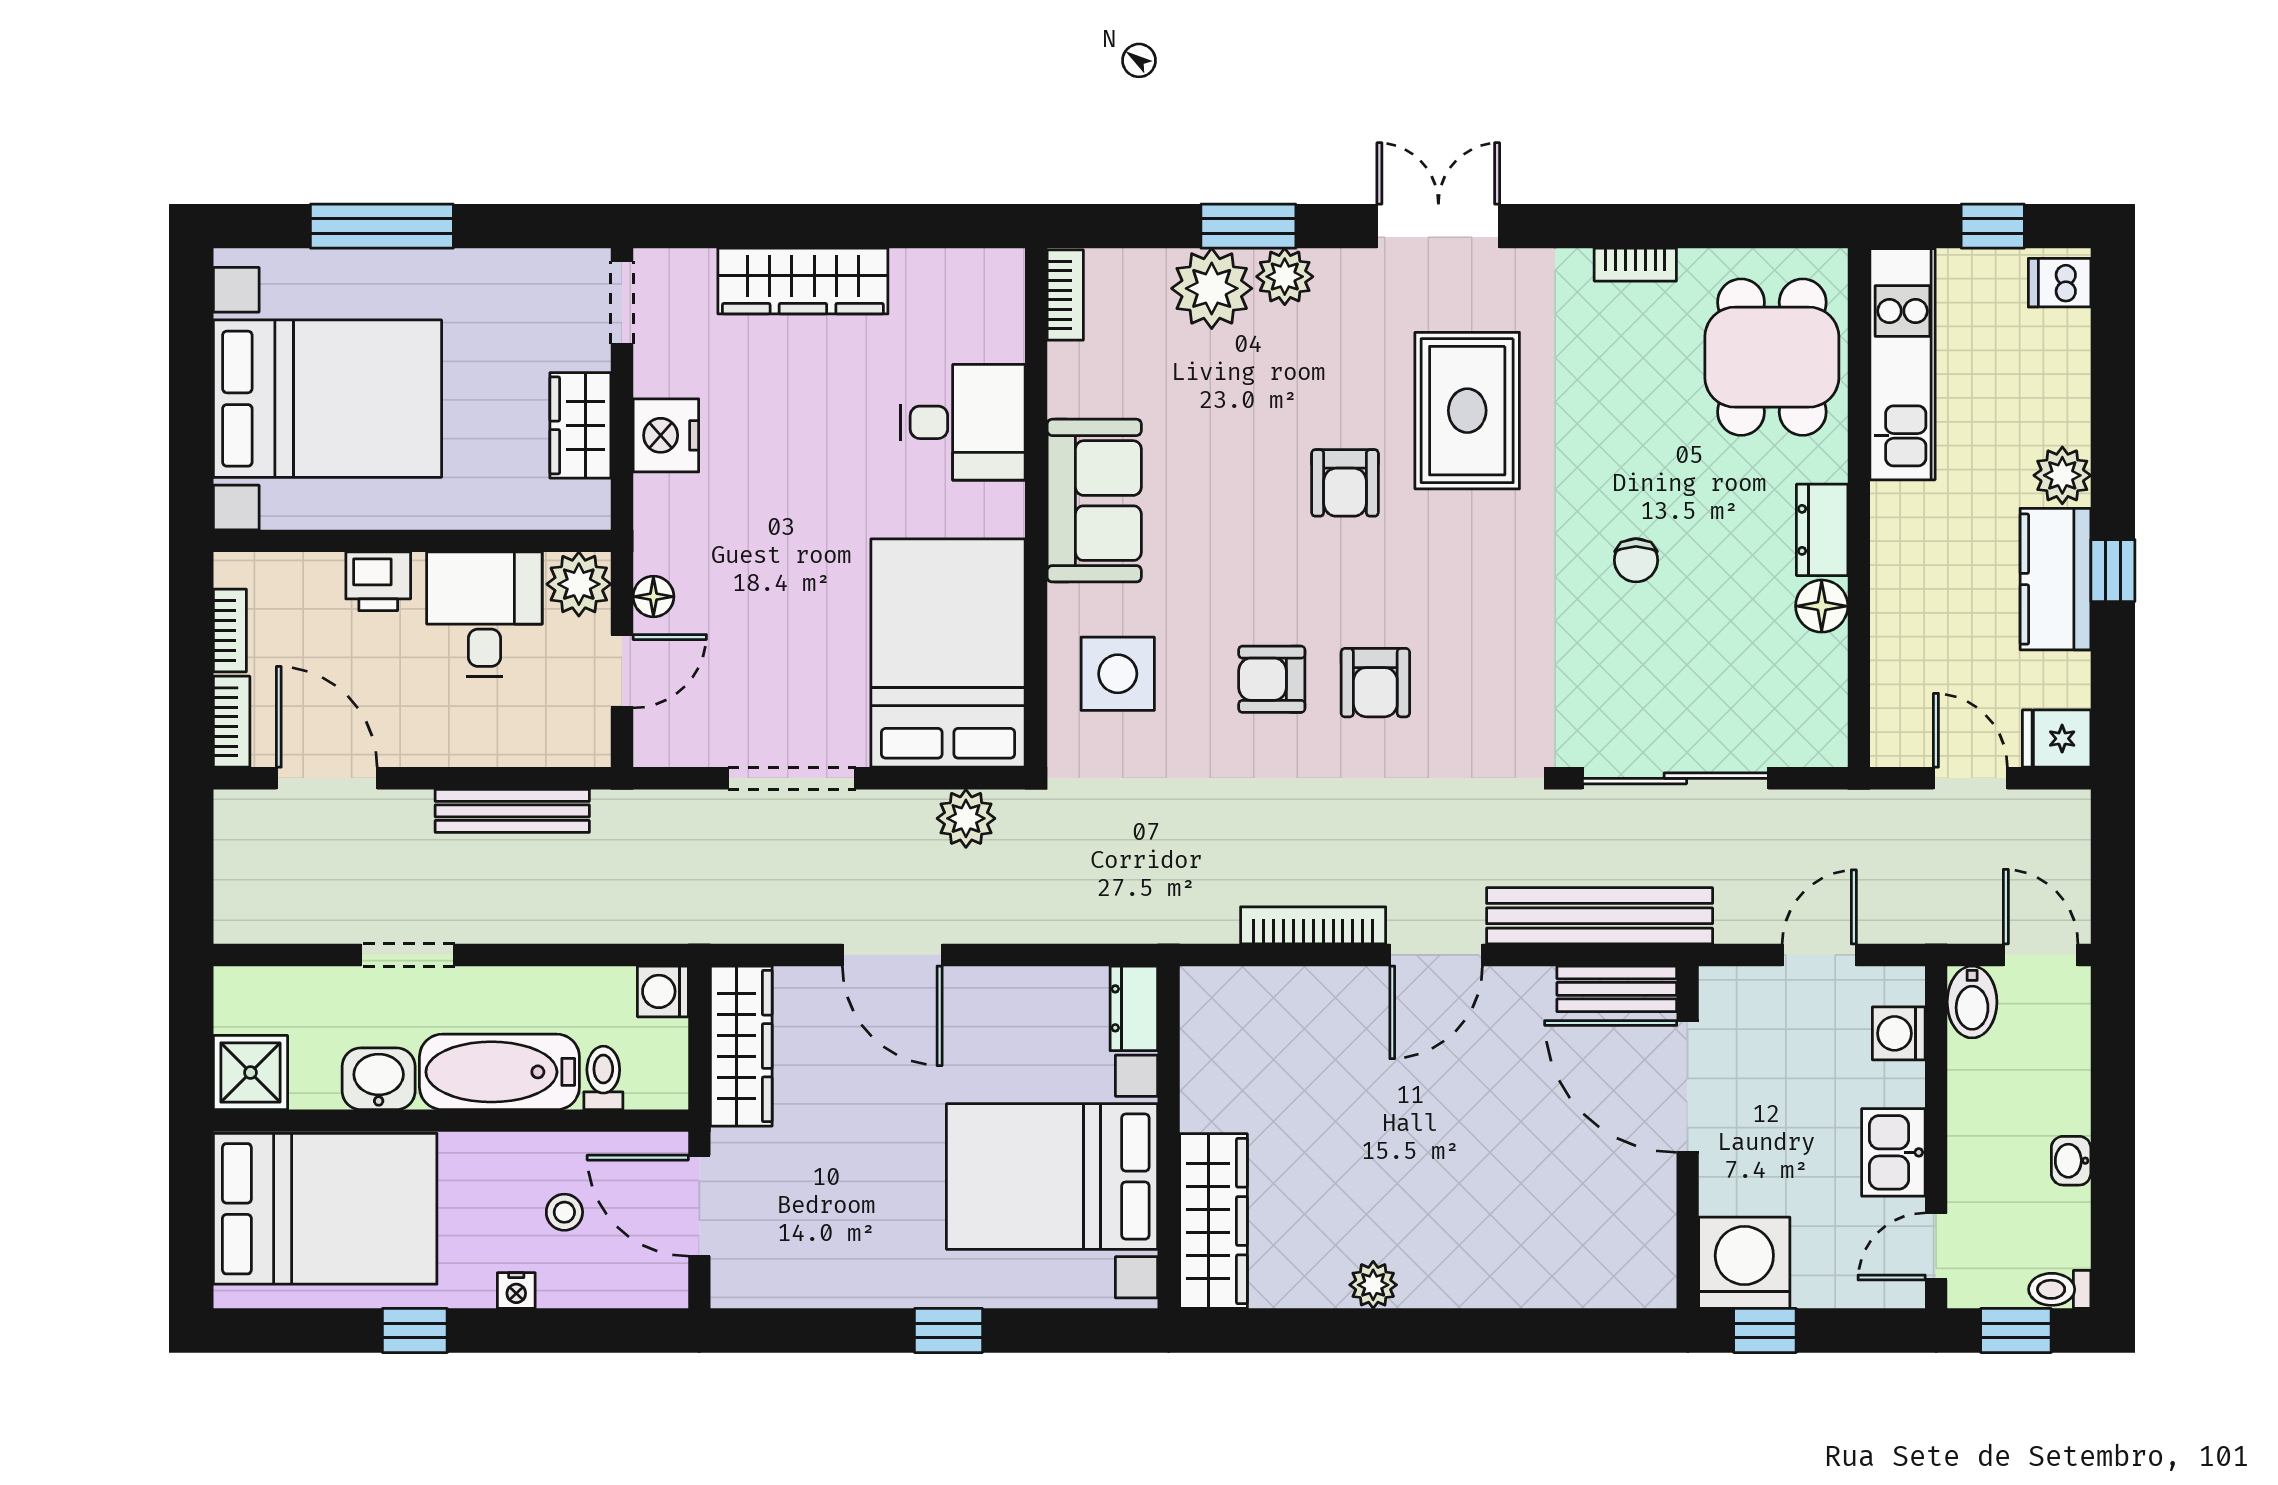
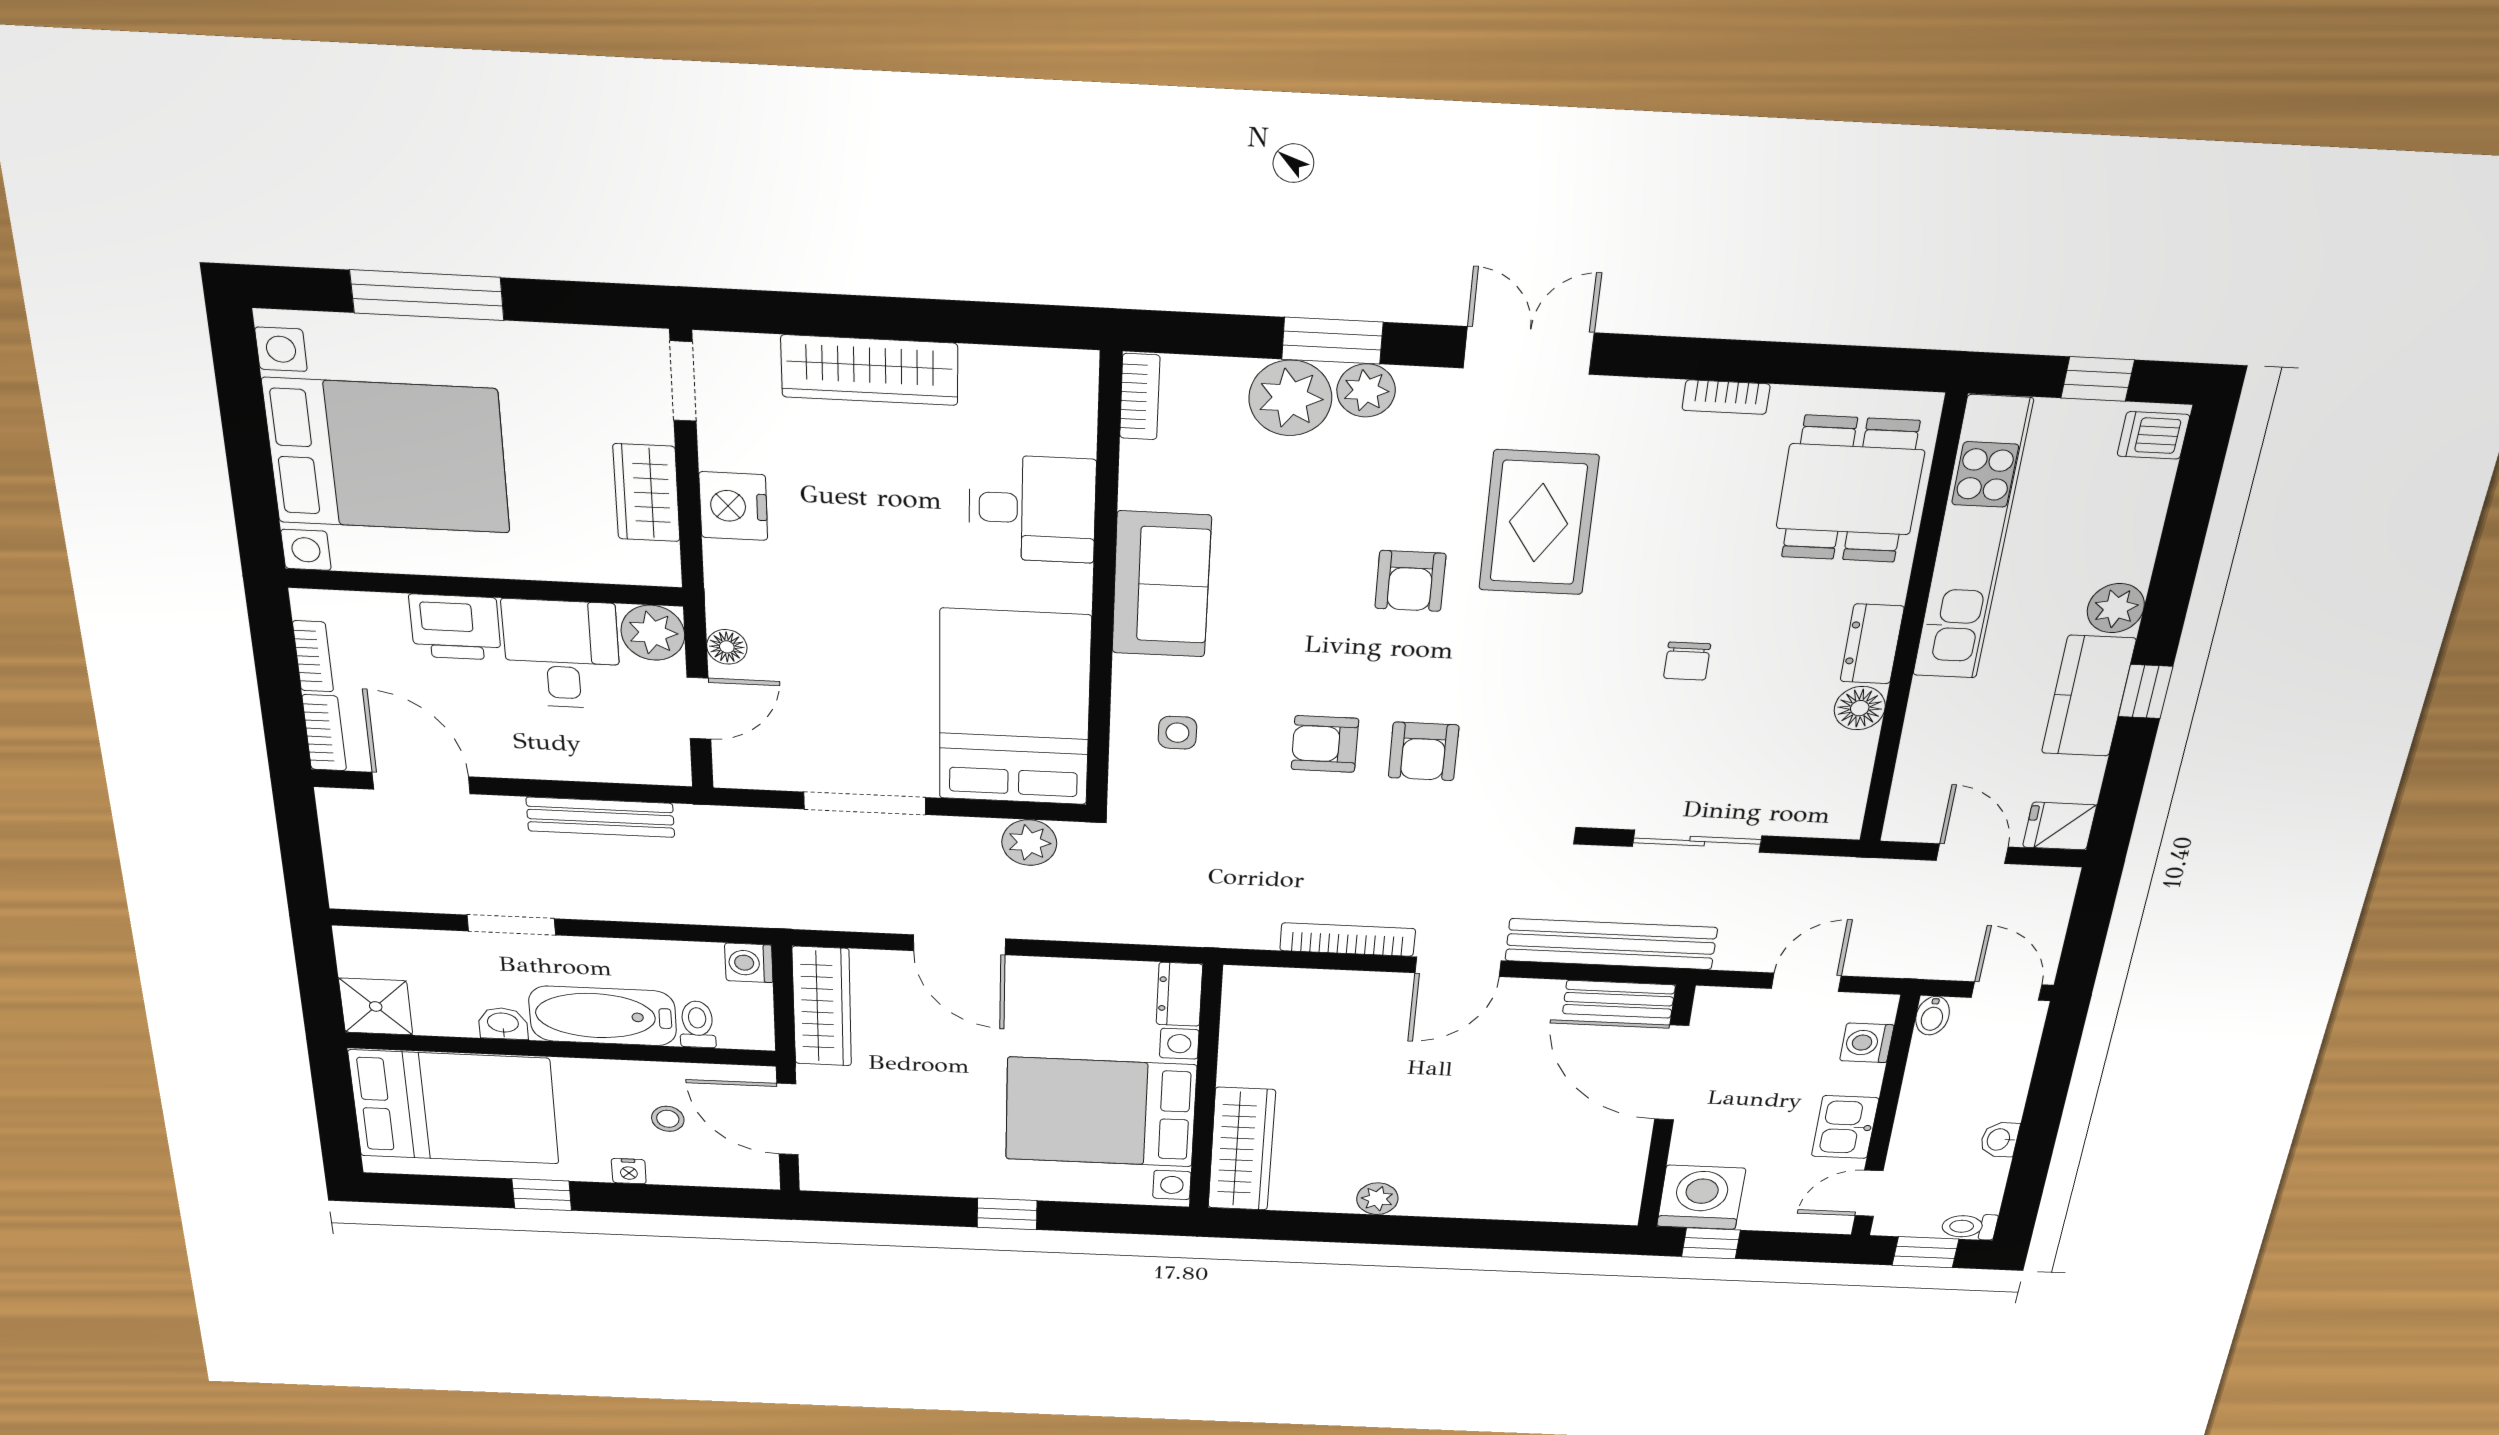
kitchen unit: (1903, 364) -> (1972, 540), width x1.36
printer: (378, 581) -> (455, 627), width x1.36, depth x1.24
side table: (1118, 674) -> (1177, 733), width x0.54, depth x0.54
sliding door: (1675, 778) -> (1697, 841), width x0.73
bidet: (1972, 1002) -> (1933, 1016), width x0.72, depth x0.74
washbasin: (379, 1079) -> (503, 1023), width x0.72, depth x0.69

